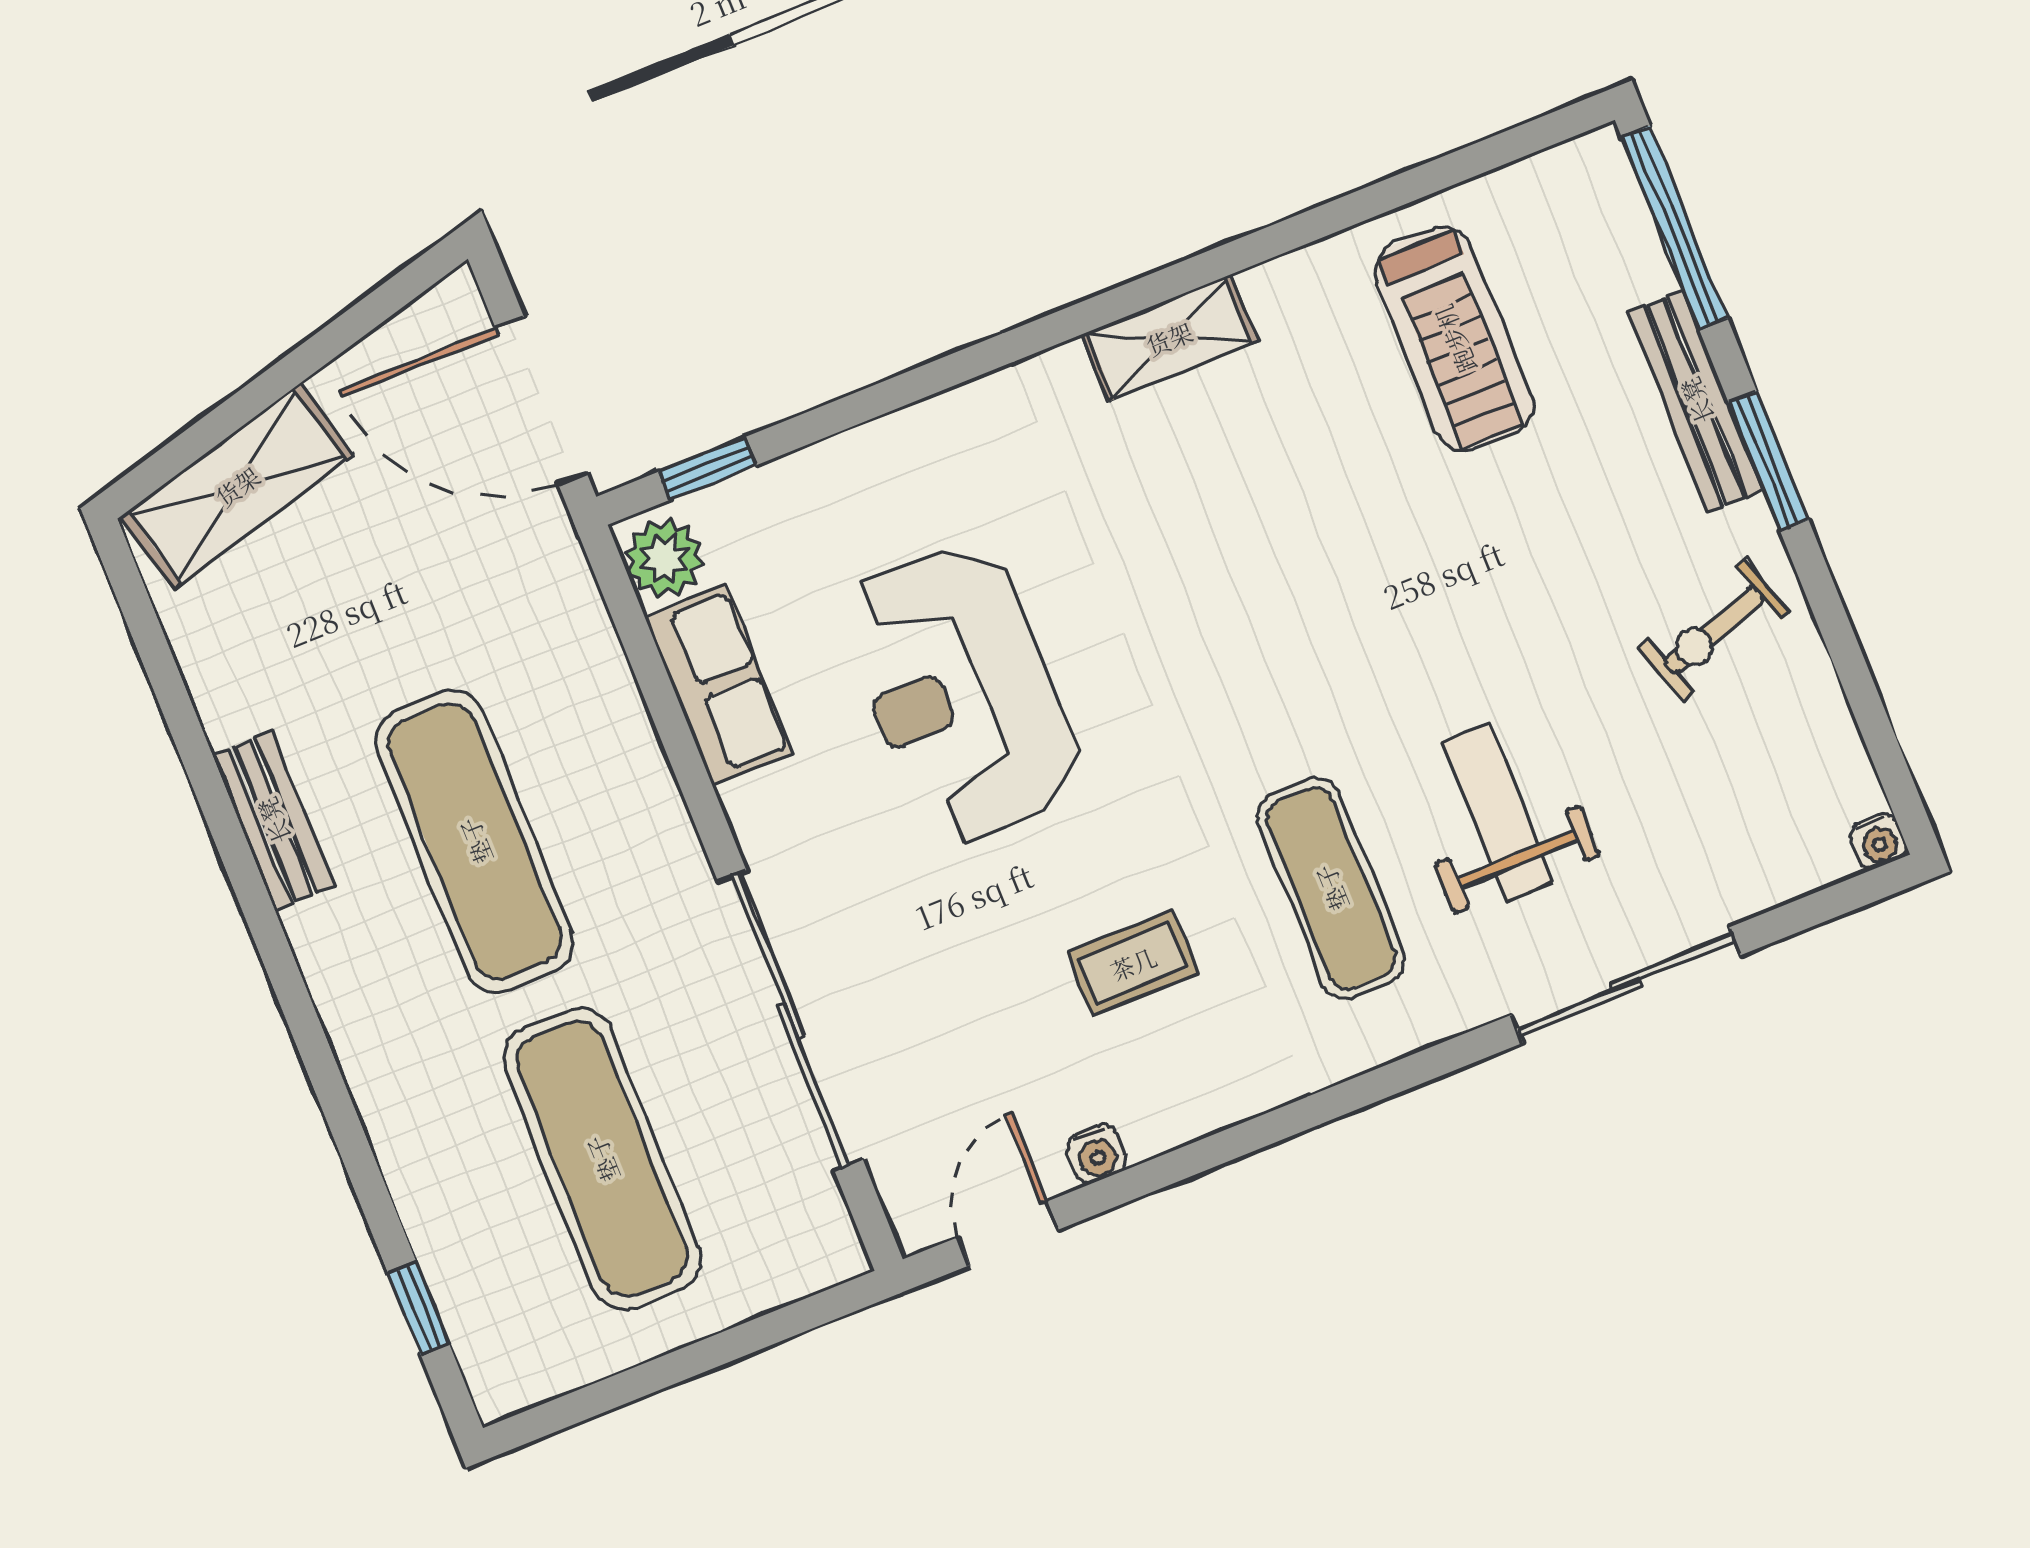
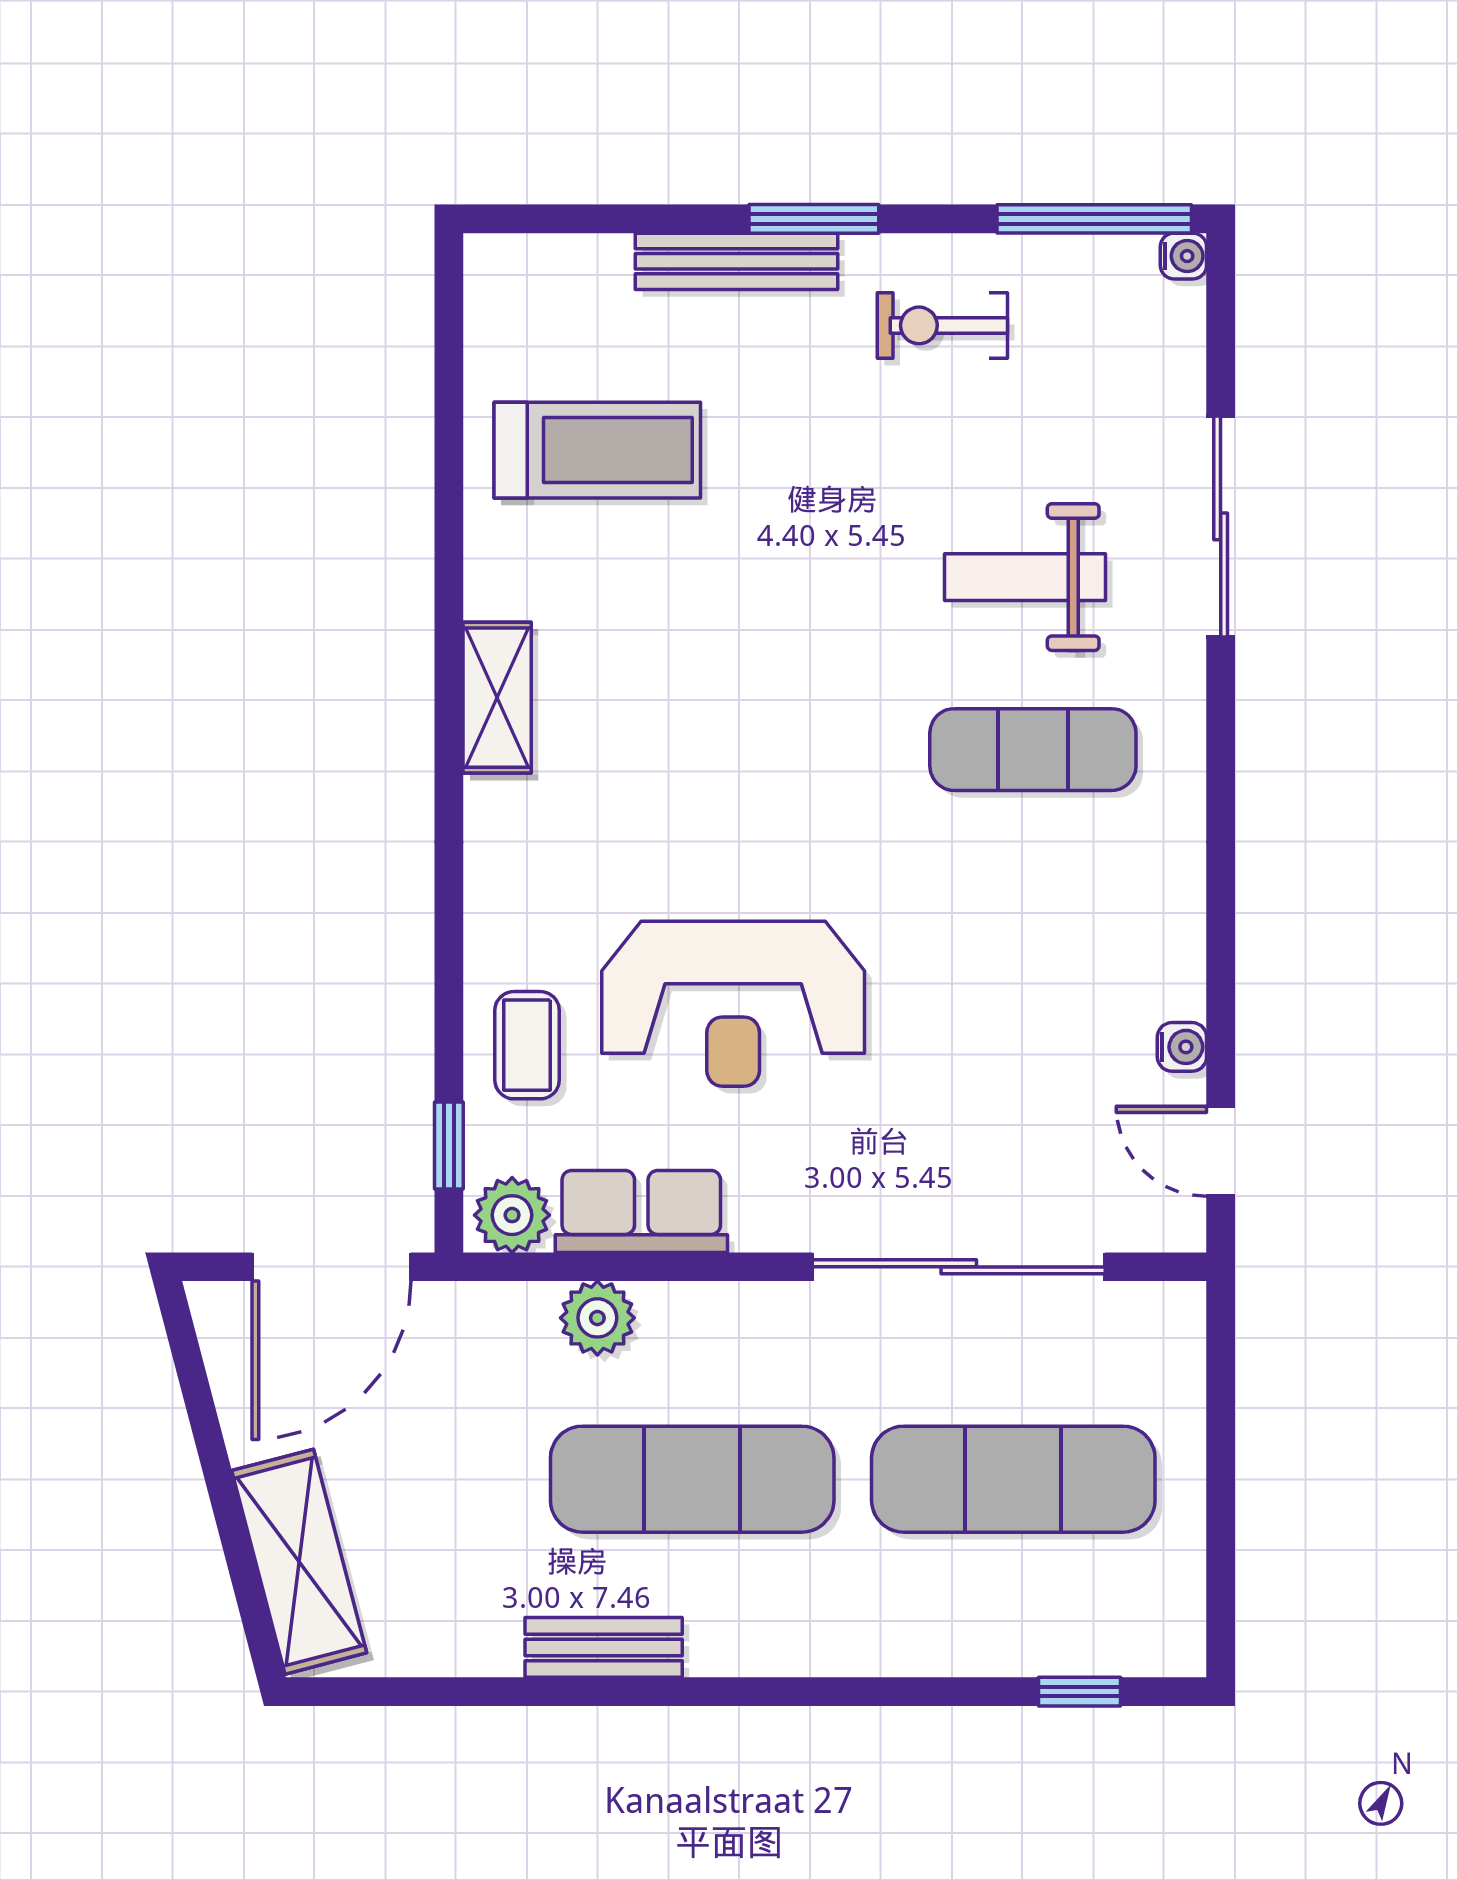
window: (1674, 228) -> (1094, 219), moved
exercise bike: (1714, 630) -> (942, 325), turned 108
plant: (596, 684) -> (597, 1318), added
coffee table: (1133, 963) -> (527, 1045), moved

